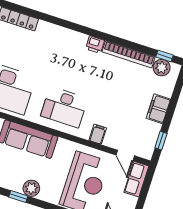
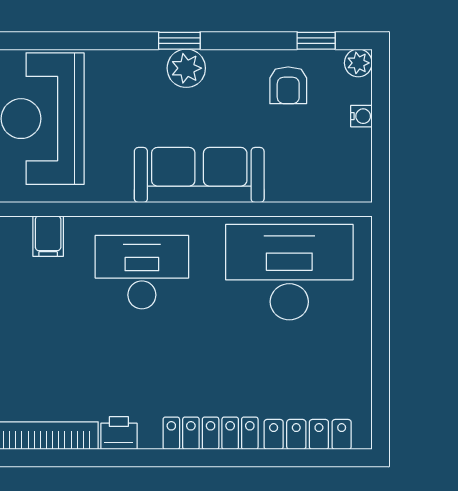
locker: (58, 32) -> (211, 433), added
plant: (31, 188) -> (186, 68), moved

